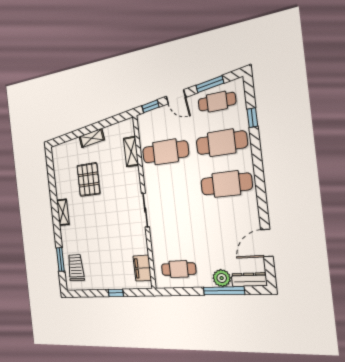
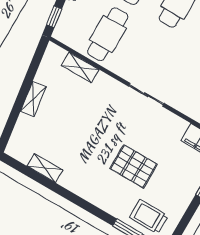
pallet: (88, 180) -> (134, 166), moved
shelving: (63, 212) -> (45, 168), moved

